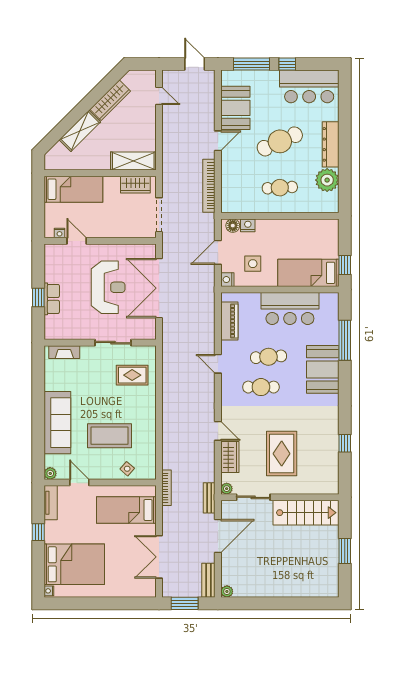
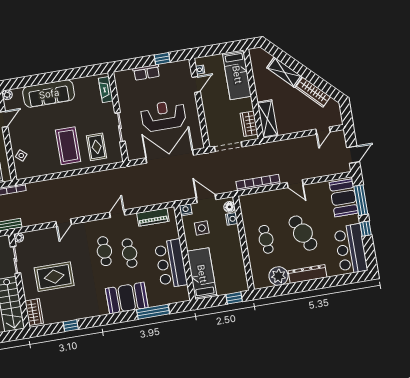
booth: (235, 108) -> (344, 198), moved, turned 90
window: (345, 265) -> (234, 298), moved
reception desk: (108, 287) -> (163, 116), turned 180
window: (38, 297) -> (162, 59), moved
coffee table: (109, 436) -> (68, 146), moved
wardrobe: (230, 457) -> (34, 312), moved, turned -90

